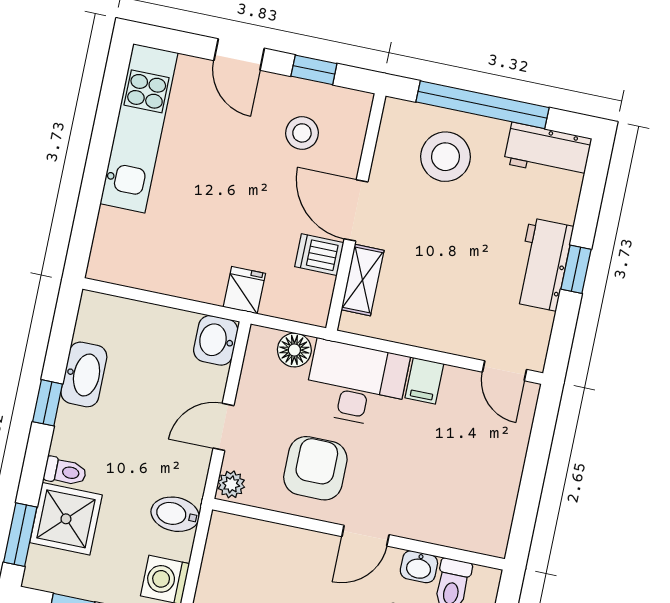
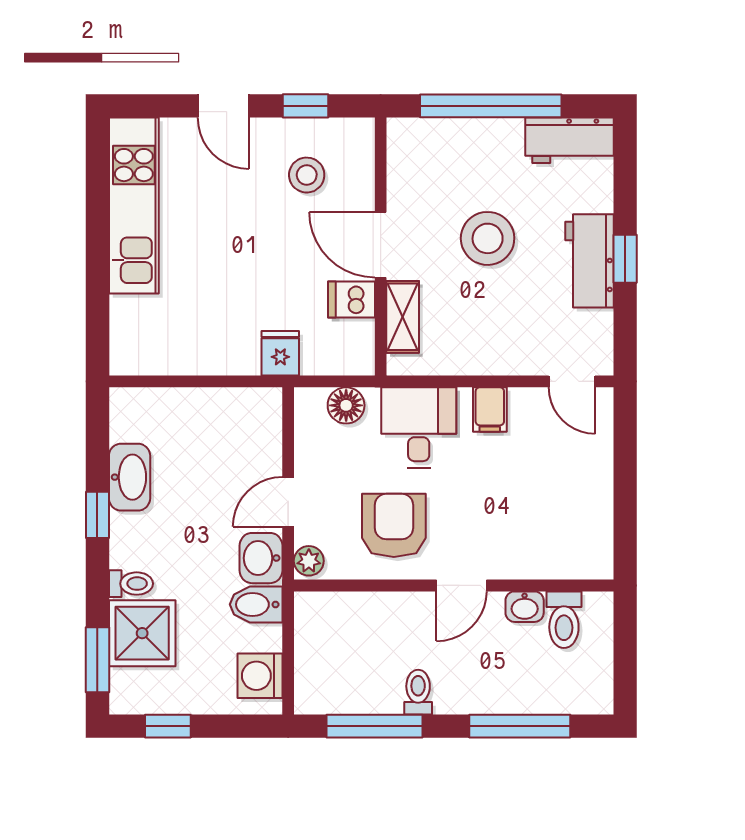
stool: (445, 157) -> (488, 238), moved
washbasin: (216, 340) -> (261, 558), moved
desk: (356, 384) -> (419, 427), width x0.73

